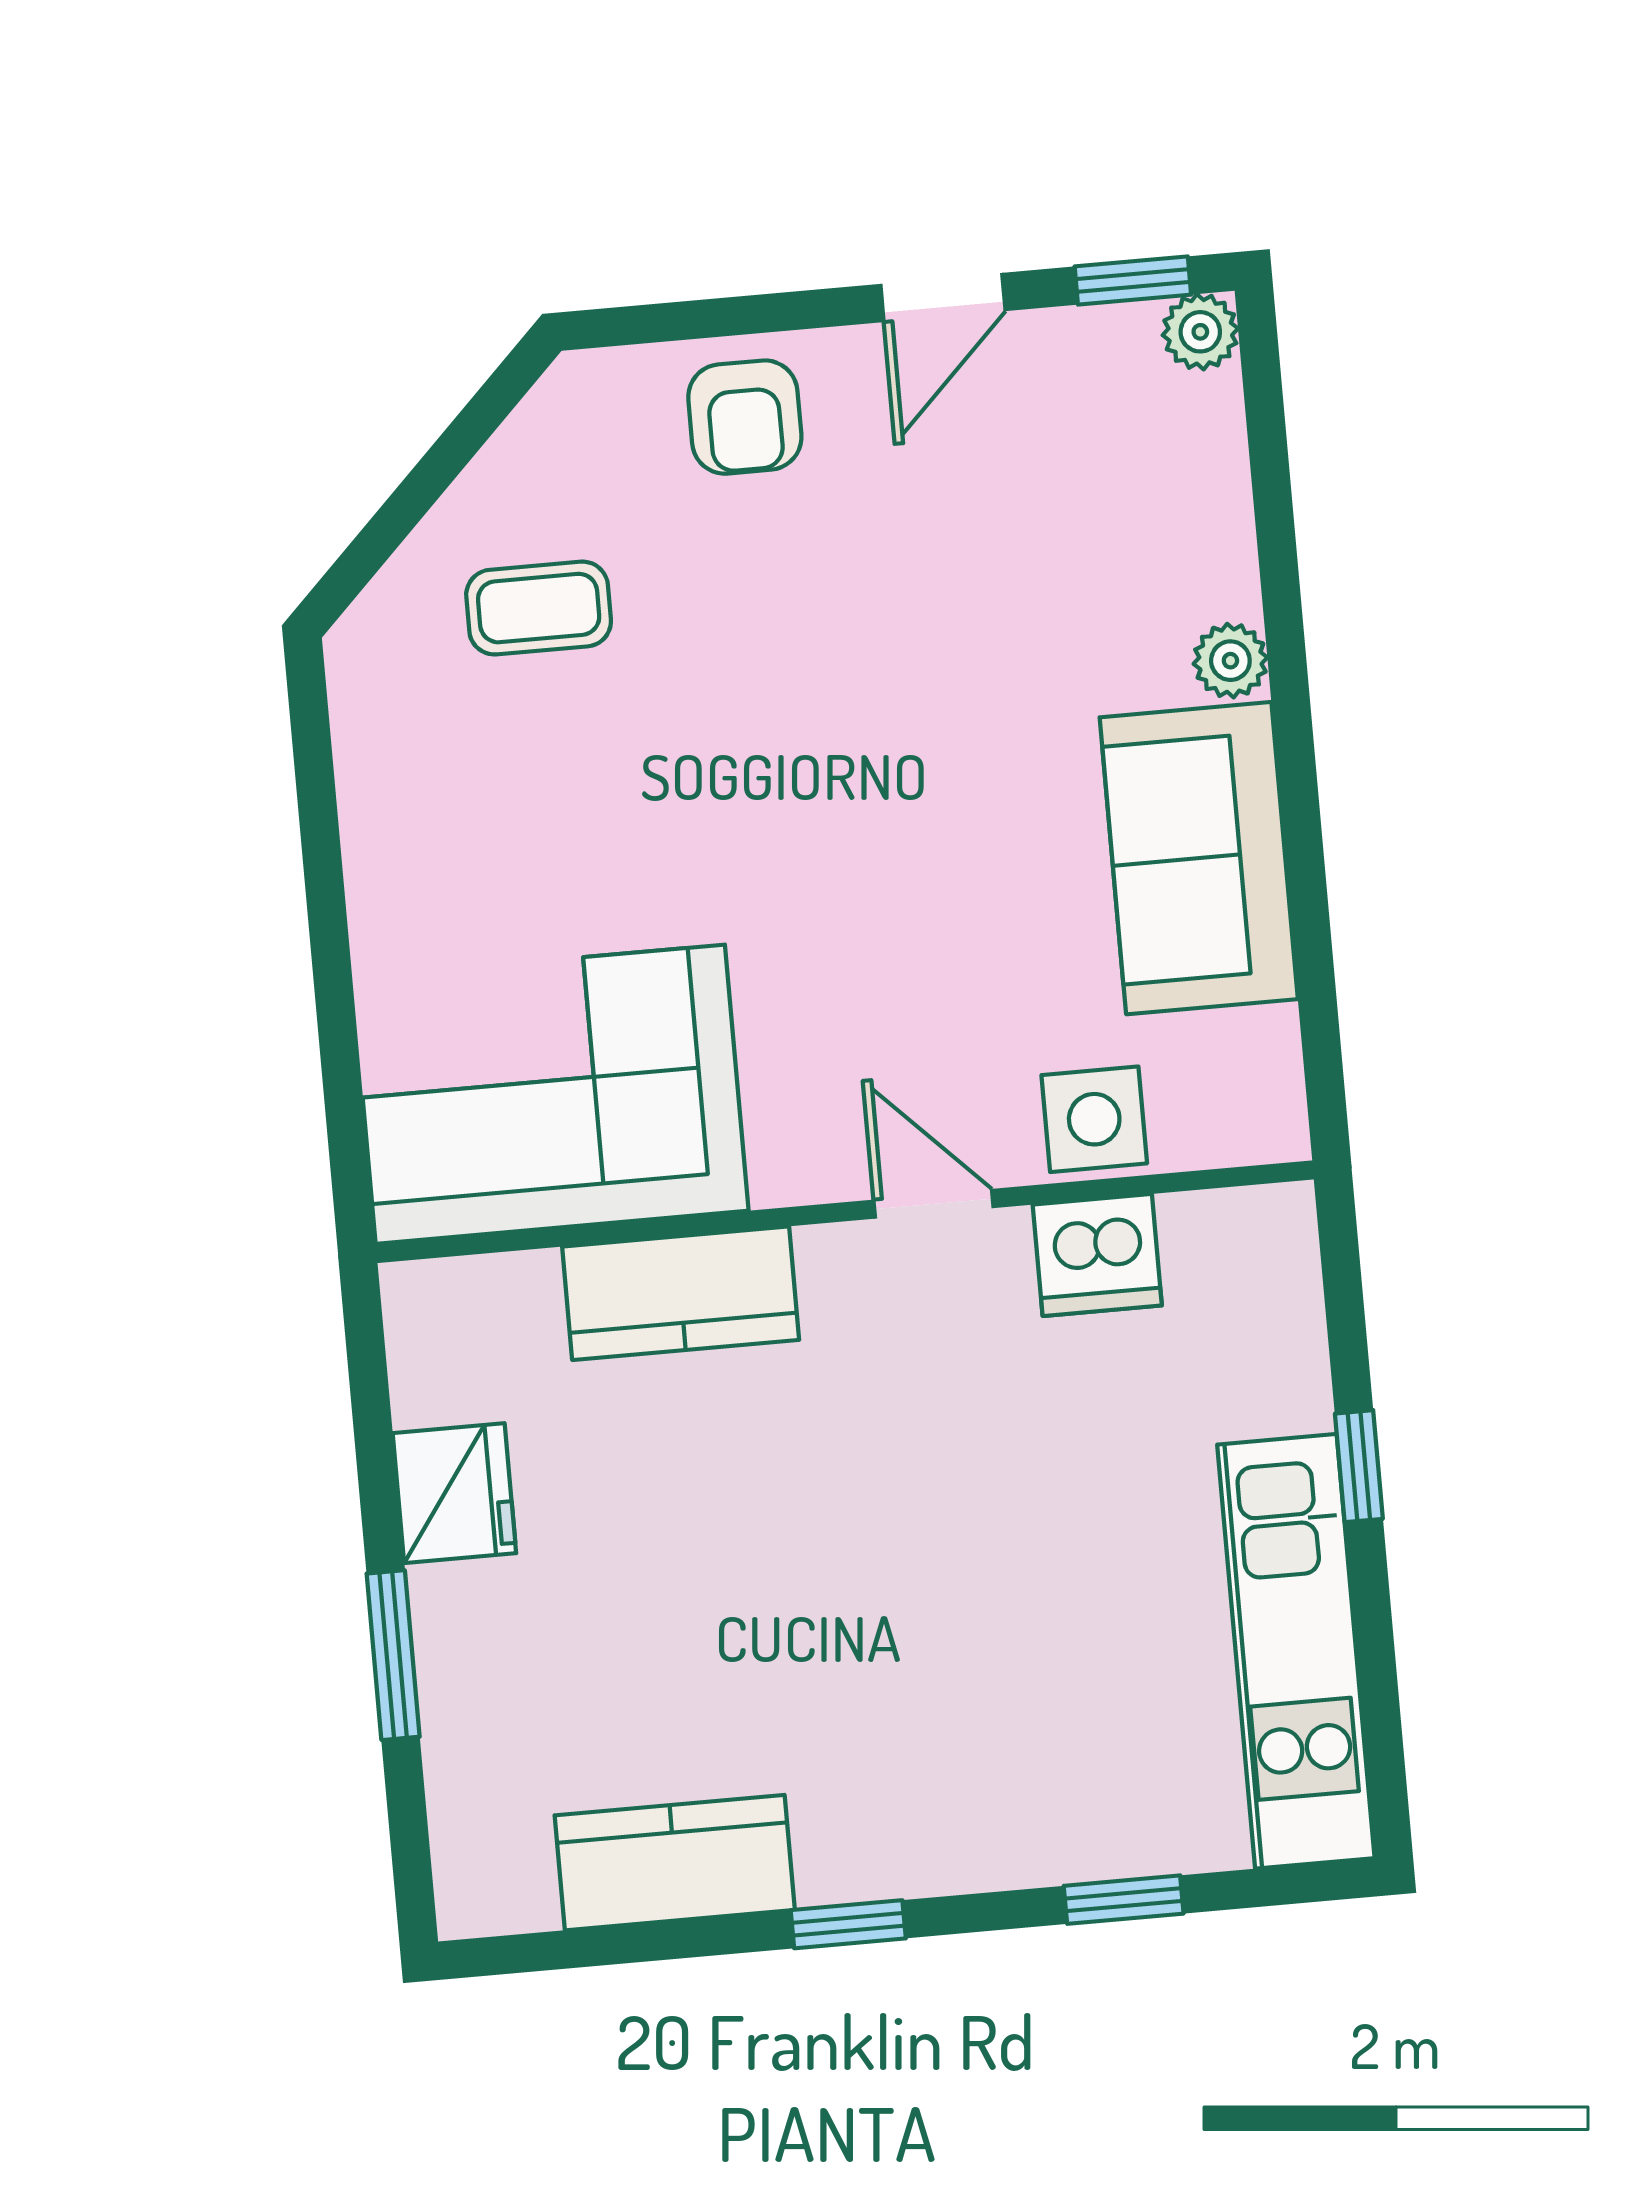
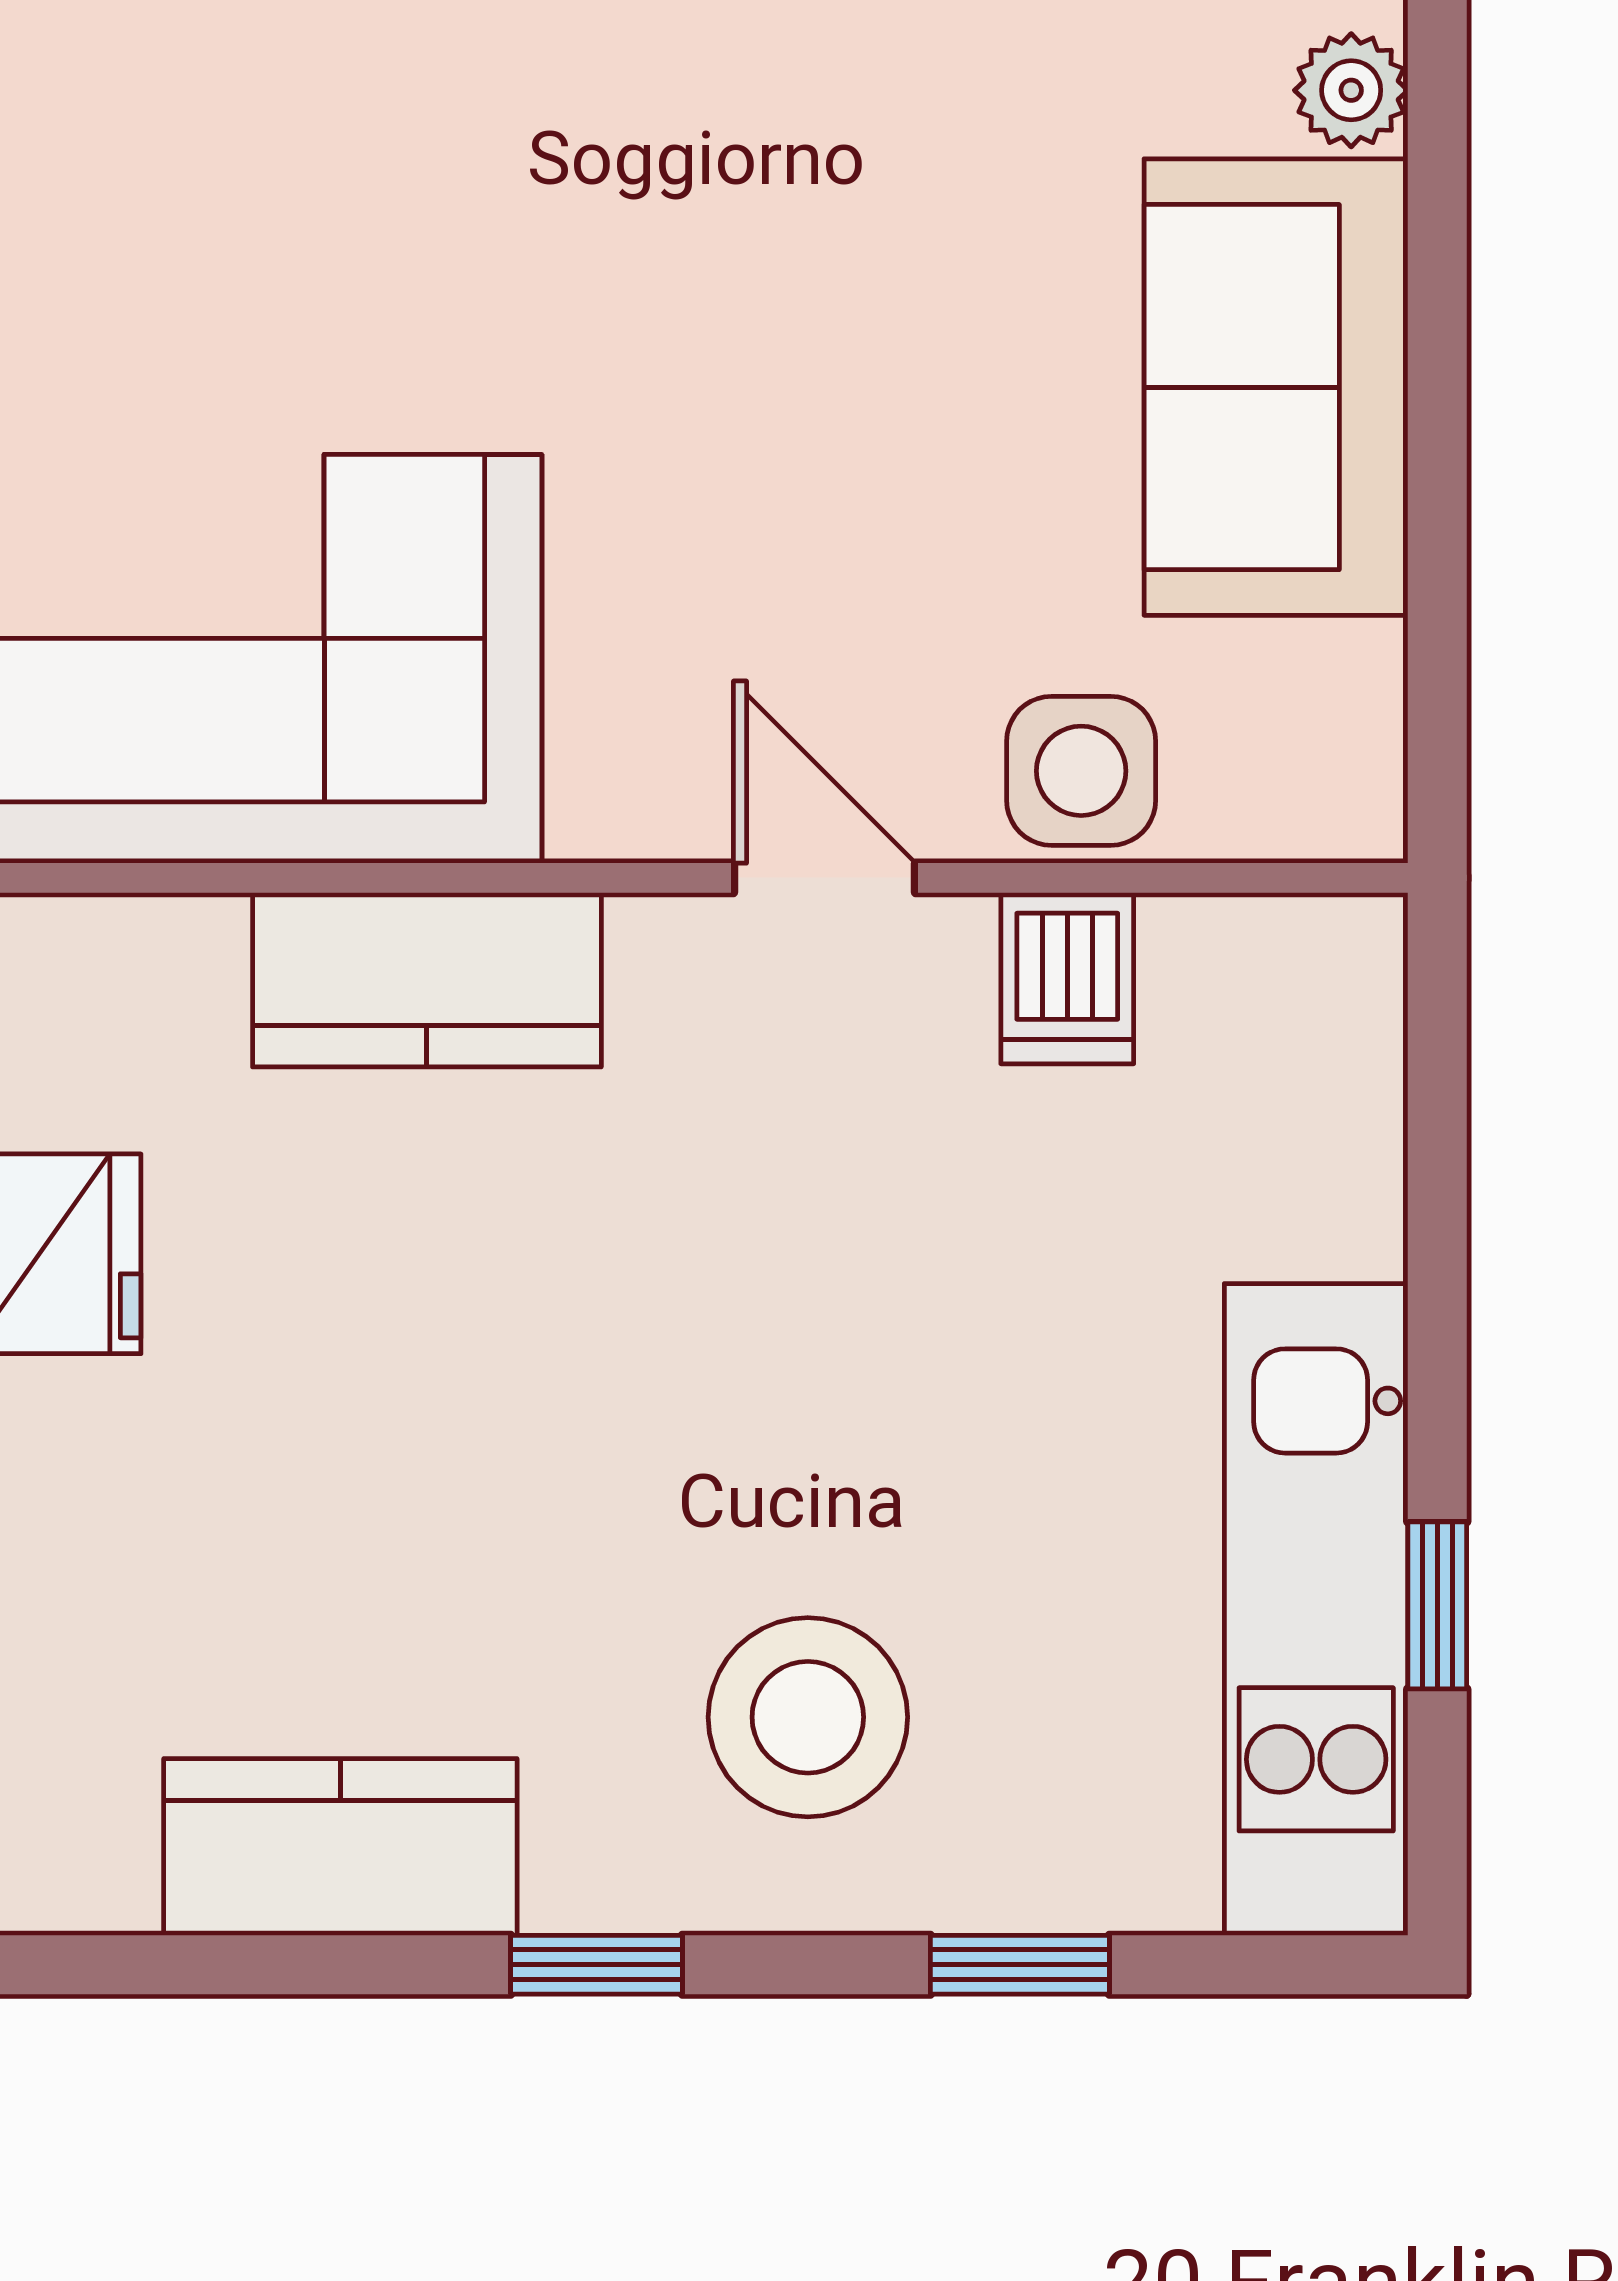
dishwasher: (1097, 1255) -> (1067, 978), width x0.73
window: (1359, 1466) -> (1437, 1605), moved
stool: (971, 1751) -> (808, 1717), added

